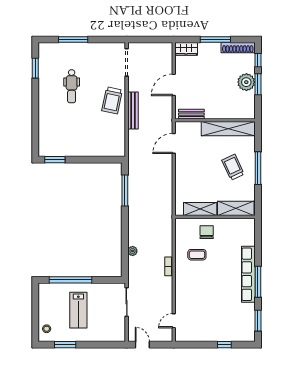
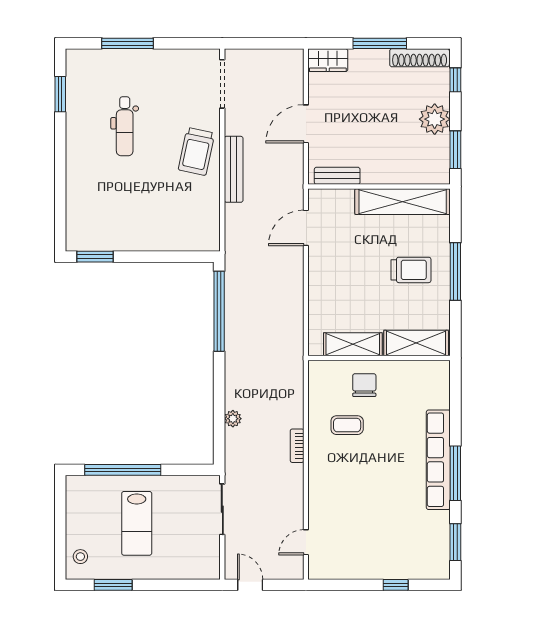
window: (258, 84) -> (455, 150), moved
trolley: (233, 167) -> (411, 270), turned 115
window: (125, 191) -> (219, 311), width x1.46

